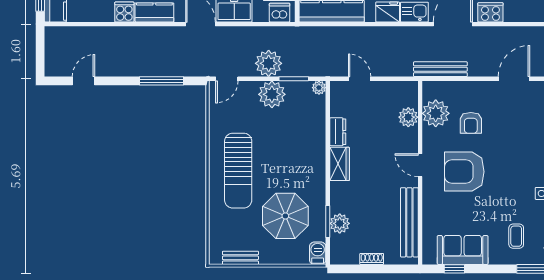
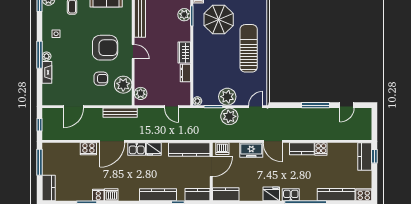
window: (162, 81) -> (315, 105), moved
plant: (408, 117) -> (141, 93), moved
armchair: (471, 123) -> (101, 79), turned 90

